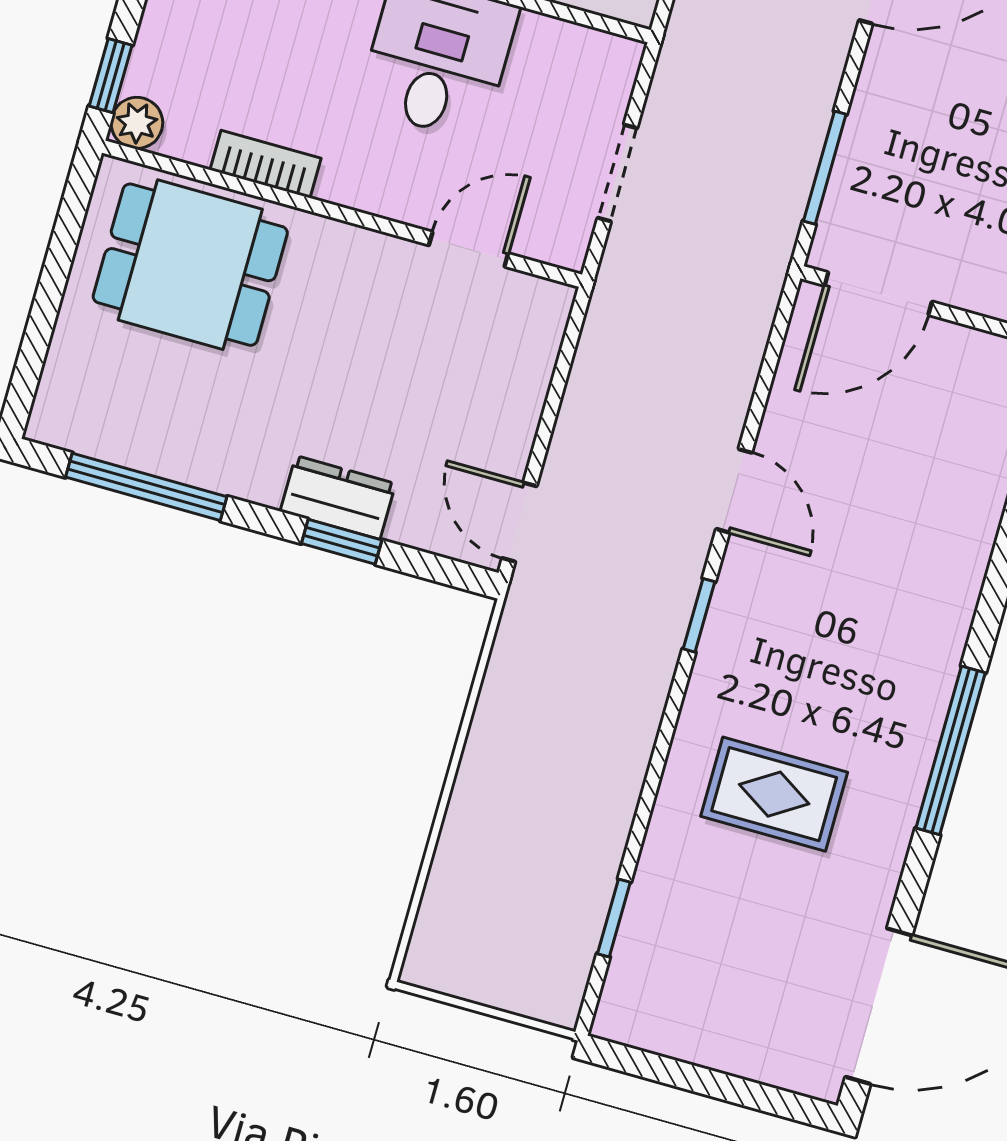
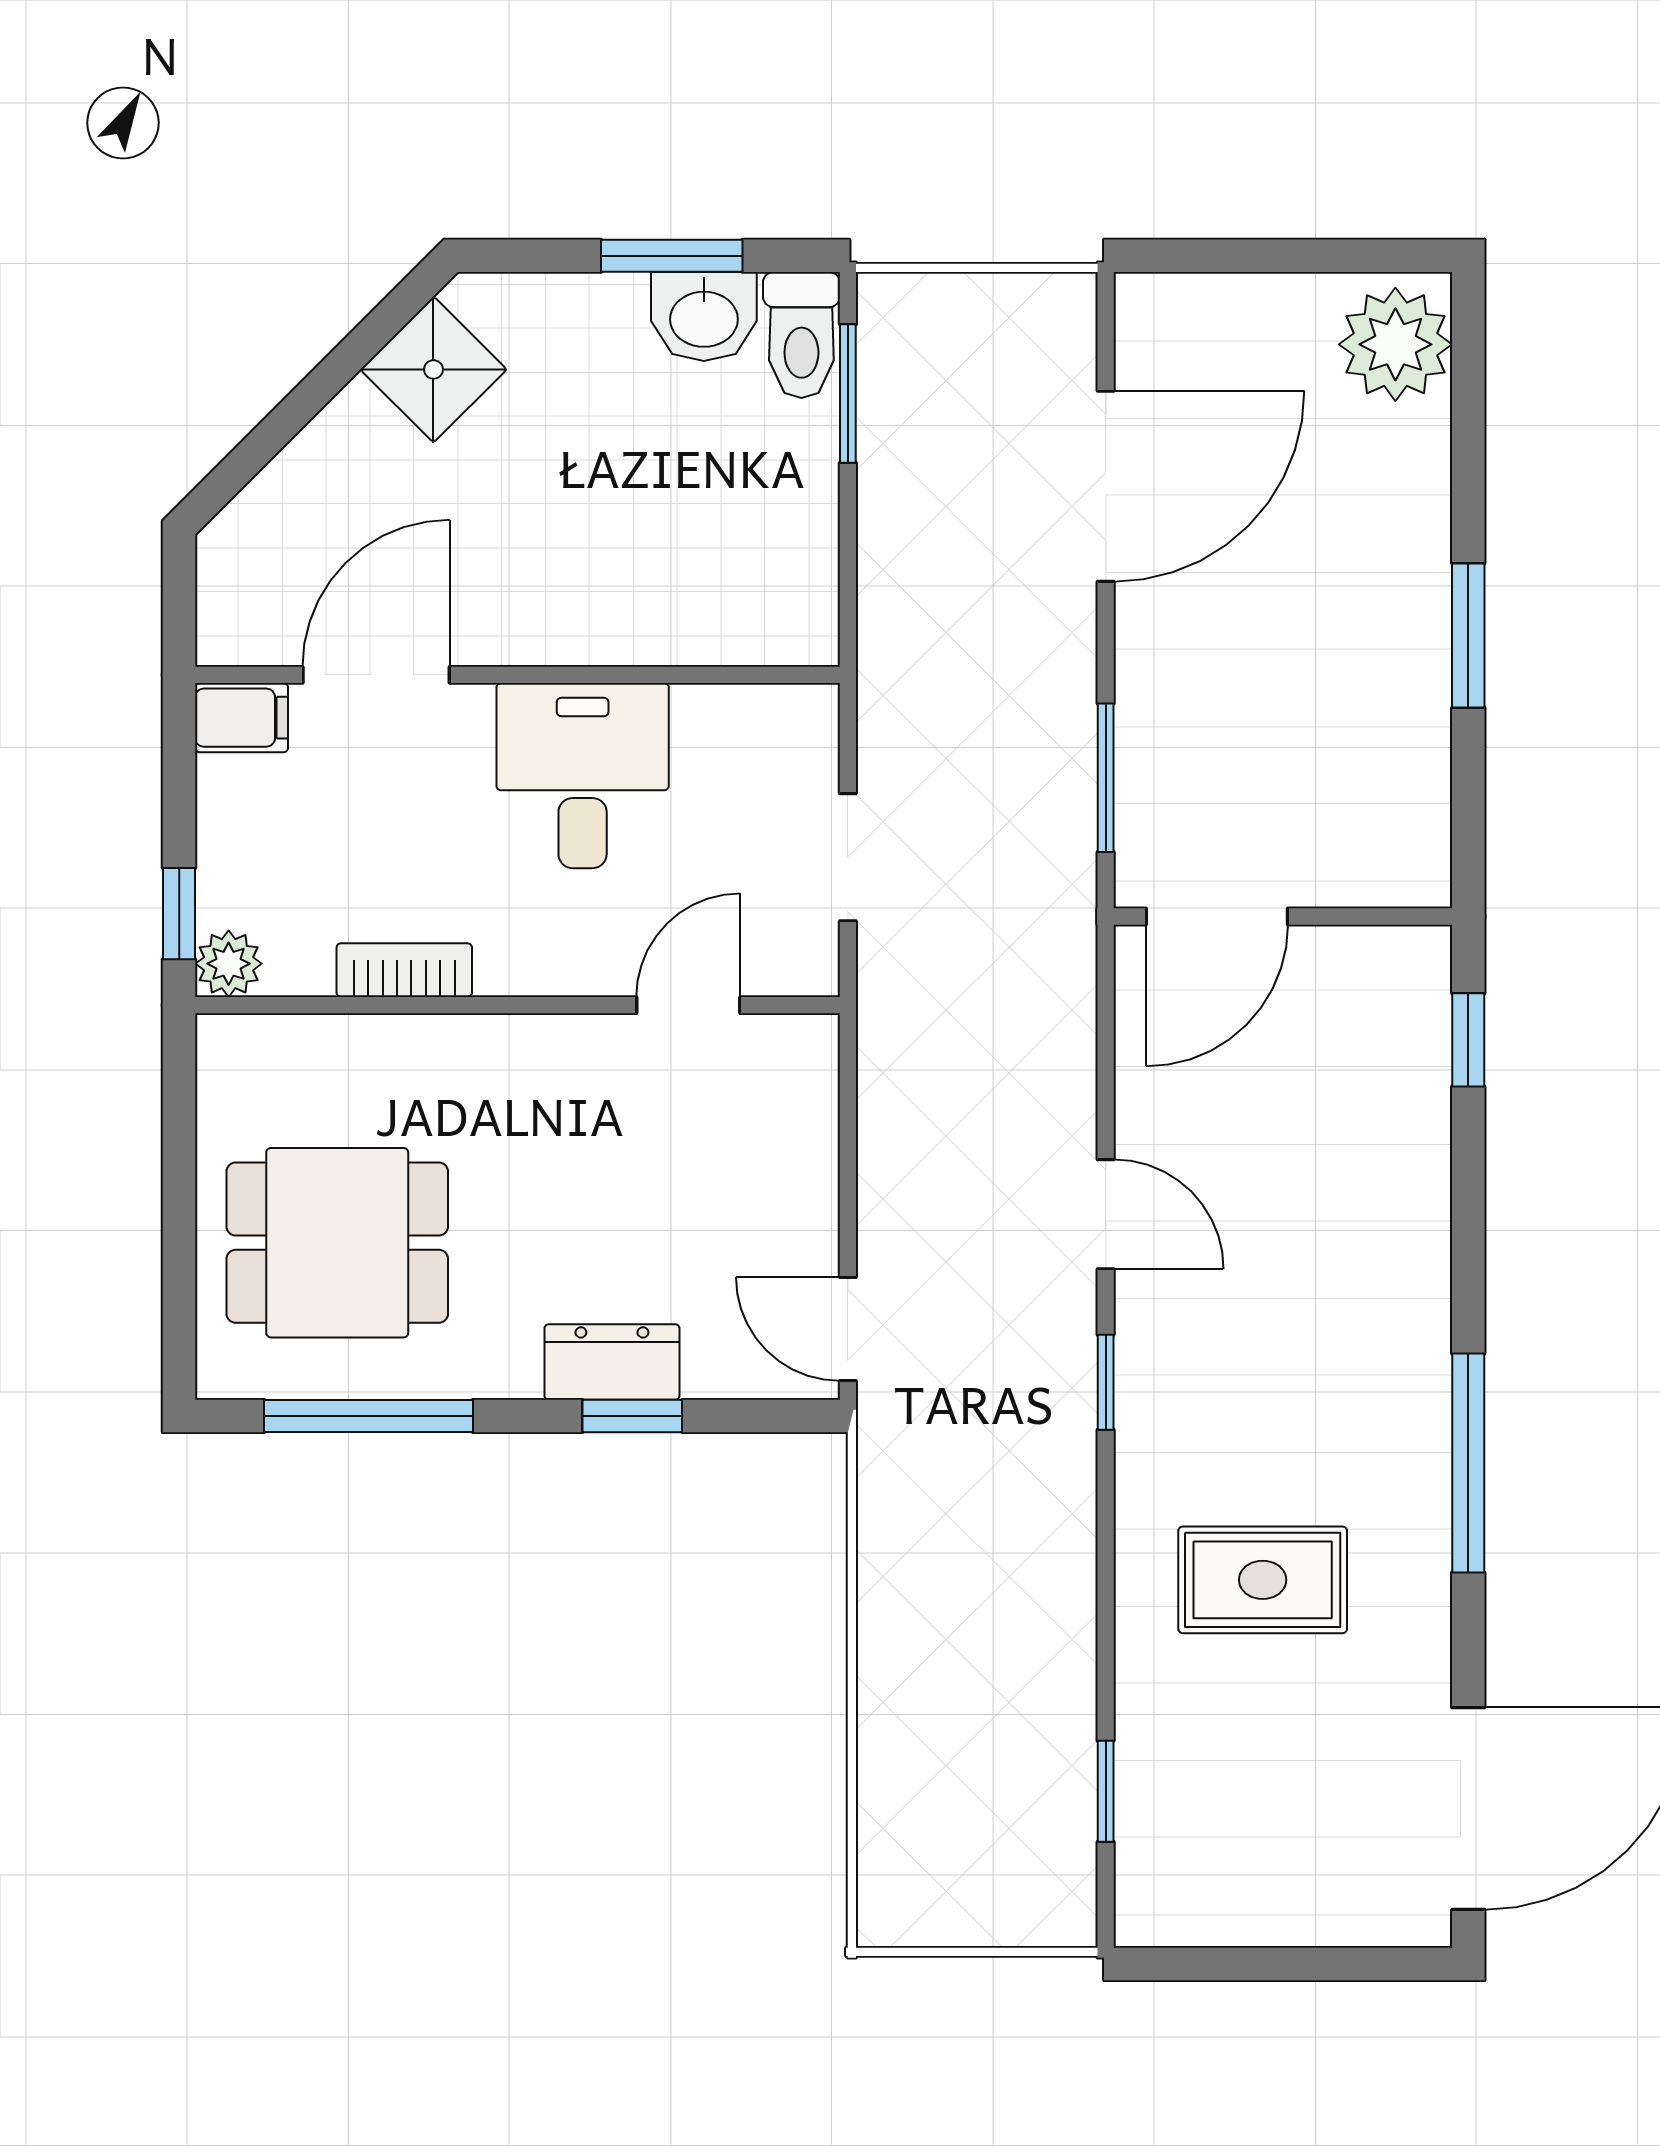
dining table: (190, 265) -> (337, 1243), moved

